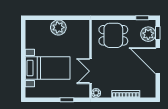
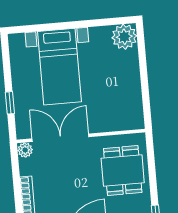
plant: (58, 27) -> (124, 37), moved
double door: (90, 71) -> (60, 138), width x1.37

